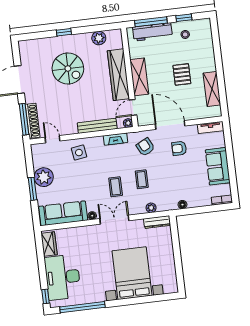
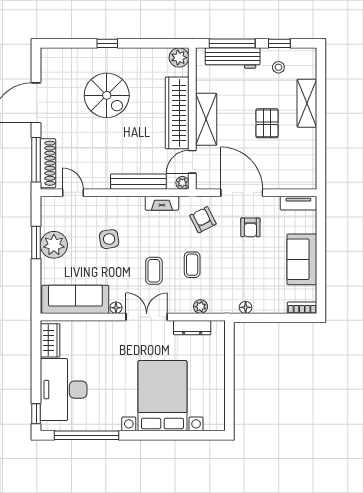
plant: (99, 38) -> (179, 58), moved
shelving: (212, 89) -> (307, 103), moved
armchair: (179, 148) -> (250, 227), turned -90
side table: (79, 153) -> (109, 239), moved
window: (32, 189) -> (36, 243), moved
dresser: (157, 222) -> (192, 328), moved

